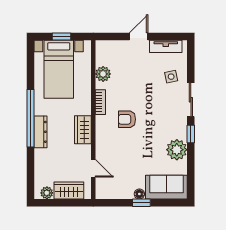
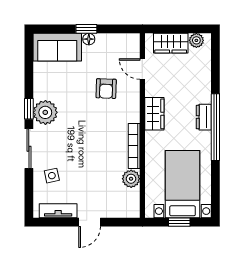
bookcase: (100, 102) -> (134, 146), width x1.56
armchair: (127, 119) -> (106, 89), moved, turned 92
dresser: (40, 132) -> (204, 117), width x0.70
plant: (177, 150) -> (45, 112), moved

